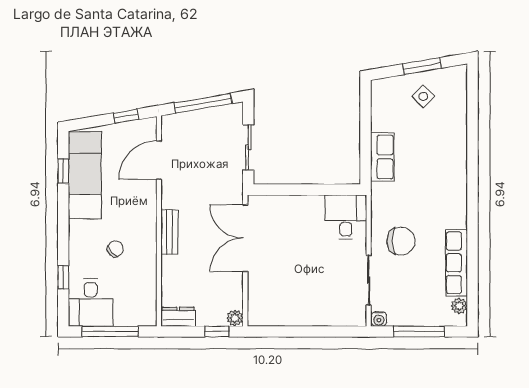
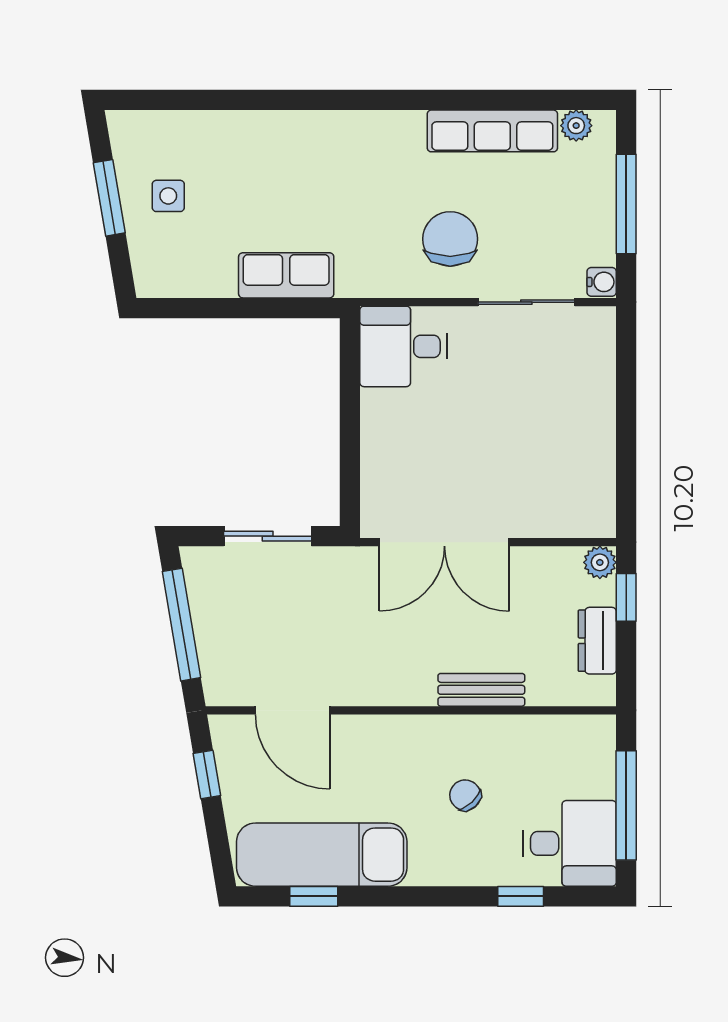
side table: (423, 96) -> (168, 196), turned 45
bench: (169, 232) -> (481, 690), moved
dresser: (178, 317) -> (597, 641), moved

